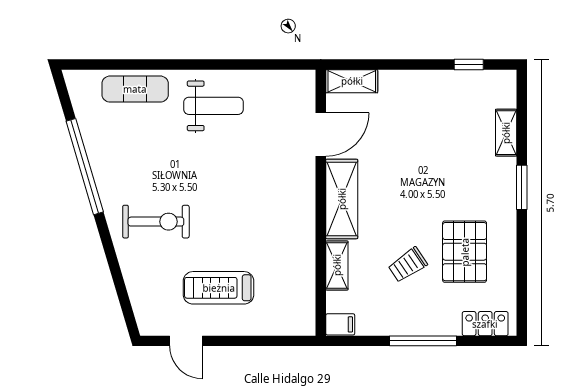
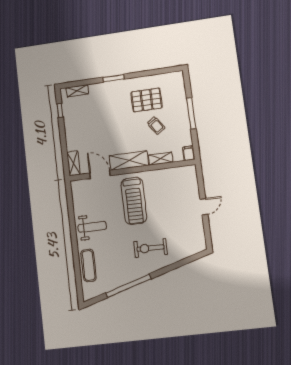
weight bench: (214, 106) -> (92, 227), turned 90
shelving: (506, 133) -> (77, 91), moved
exercise bike: (156, 222) -> (150, 248), turned -89
treadmill: (219, 288) -> (134, 201), moved, width x1.37, depth x1.38
locker: (485, 324) -> (179, 86), removed
door: (186, 341) -> (204, 207), moved

